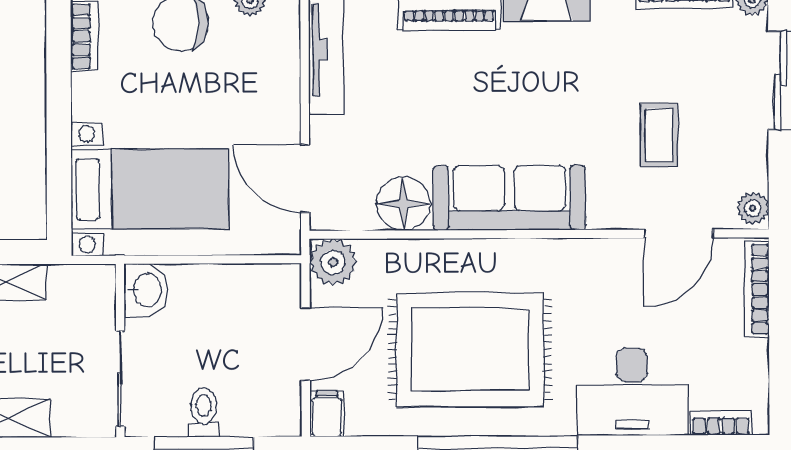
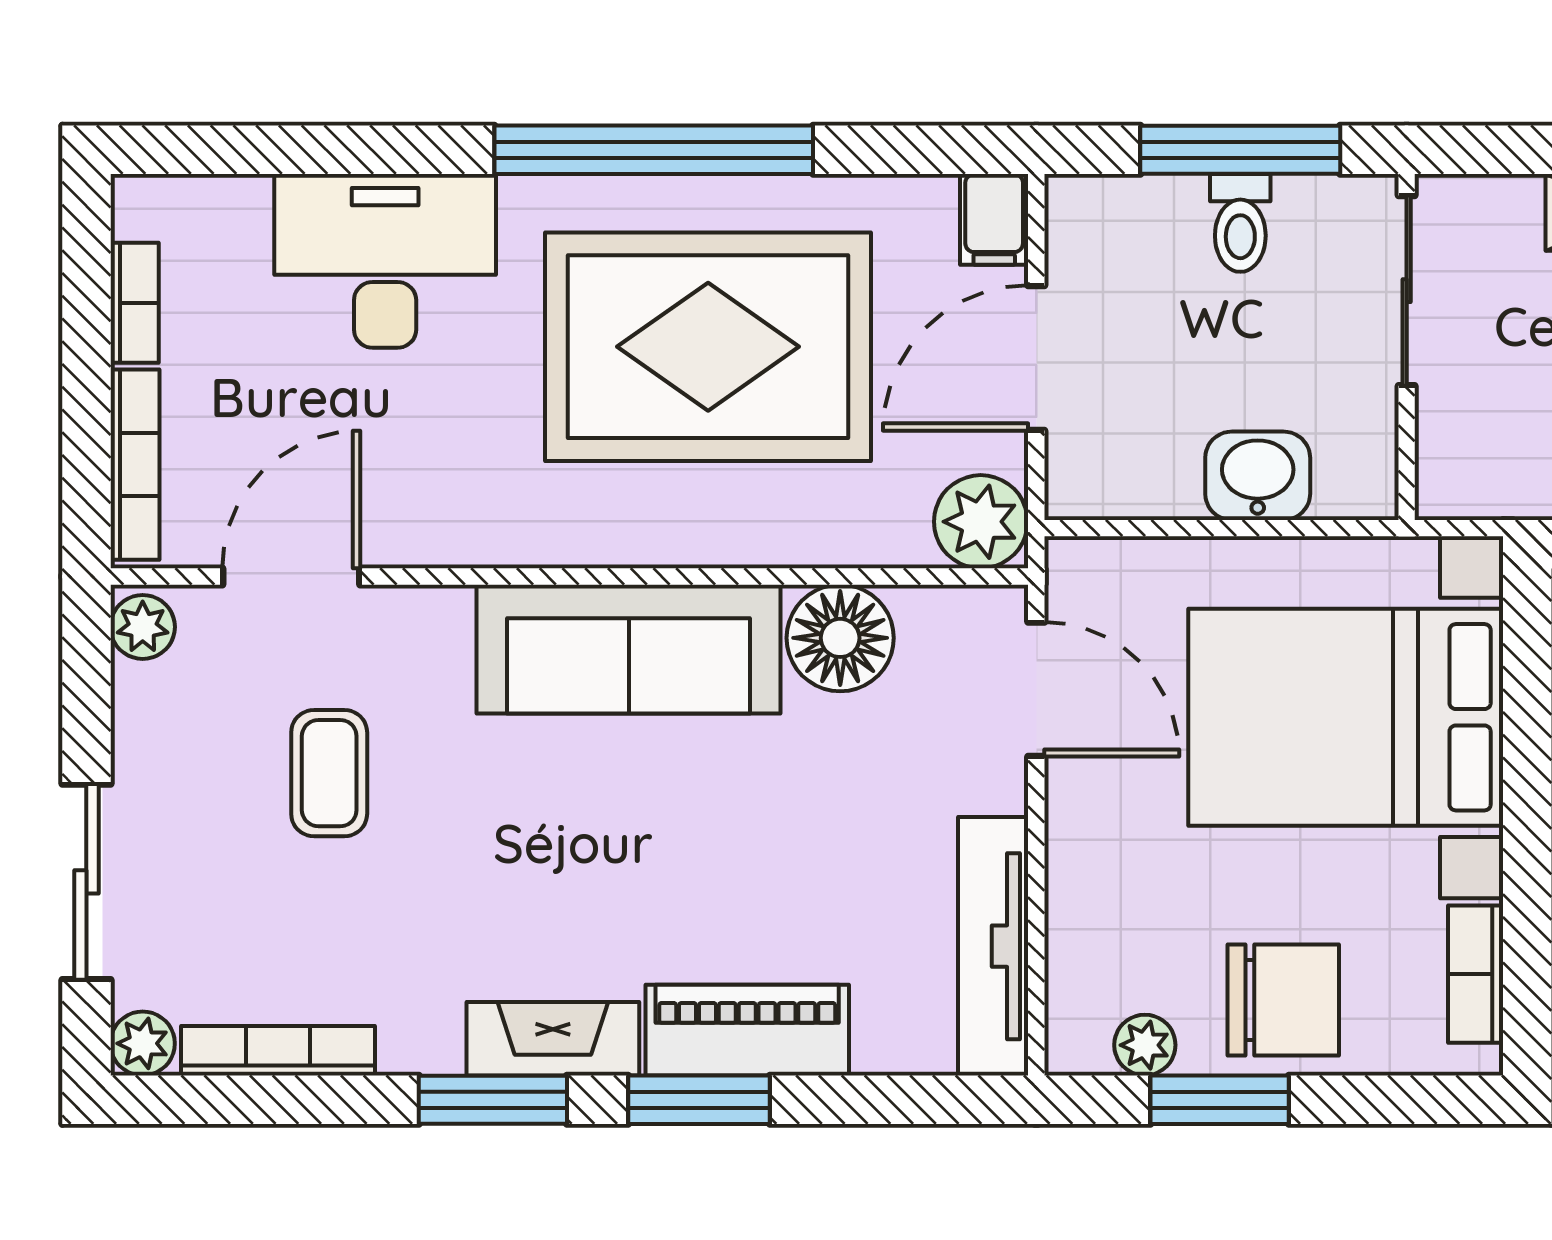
bed with nightstands: (150, 189) -> (1346, 717), width x1.36
washbasin: (146, 290) -> (1258, 476), moved, turned 90
bookcase: (721, 423) -> (135, 303), moved, turned -90

